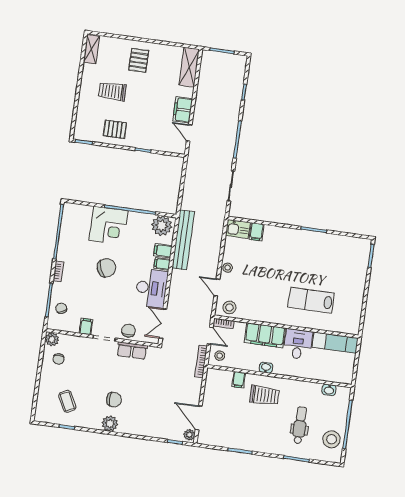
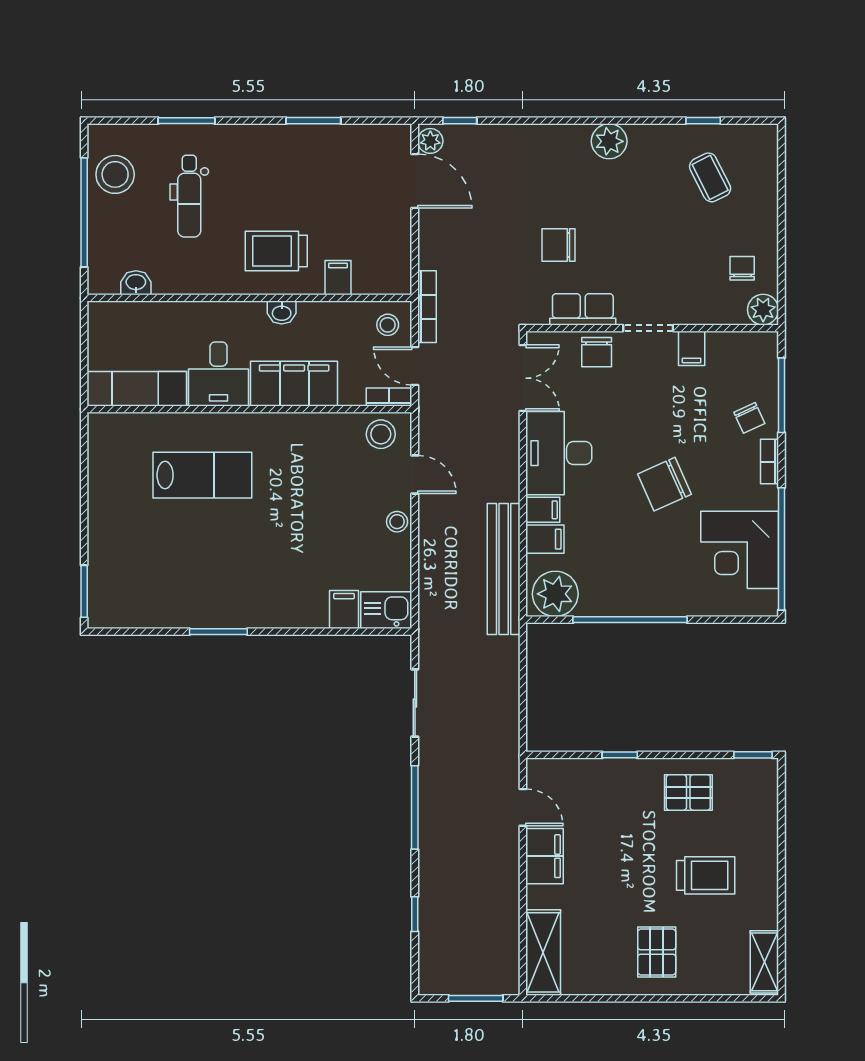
corner desk: (109, 226) -> (740, 550), moved, turned -90
chair: (61, 308) -> (749, 418), moved
chair: (114, 400) -> (559, 245), moved

